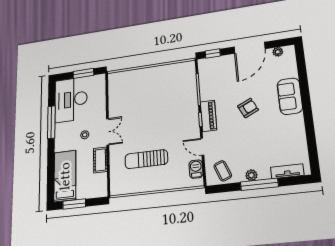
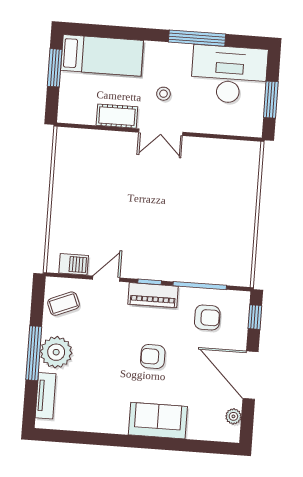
armchair: (217, 81) -> (207, 317), added
armchair: (248, 108) -> (153, 356), turned 116
sun lounger: (146, 159) -> (104, 190), removed
plant: (251, 175) -> (56, 352), width x1.87, depth x1.87

